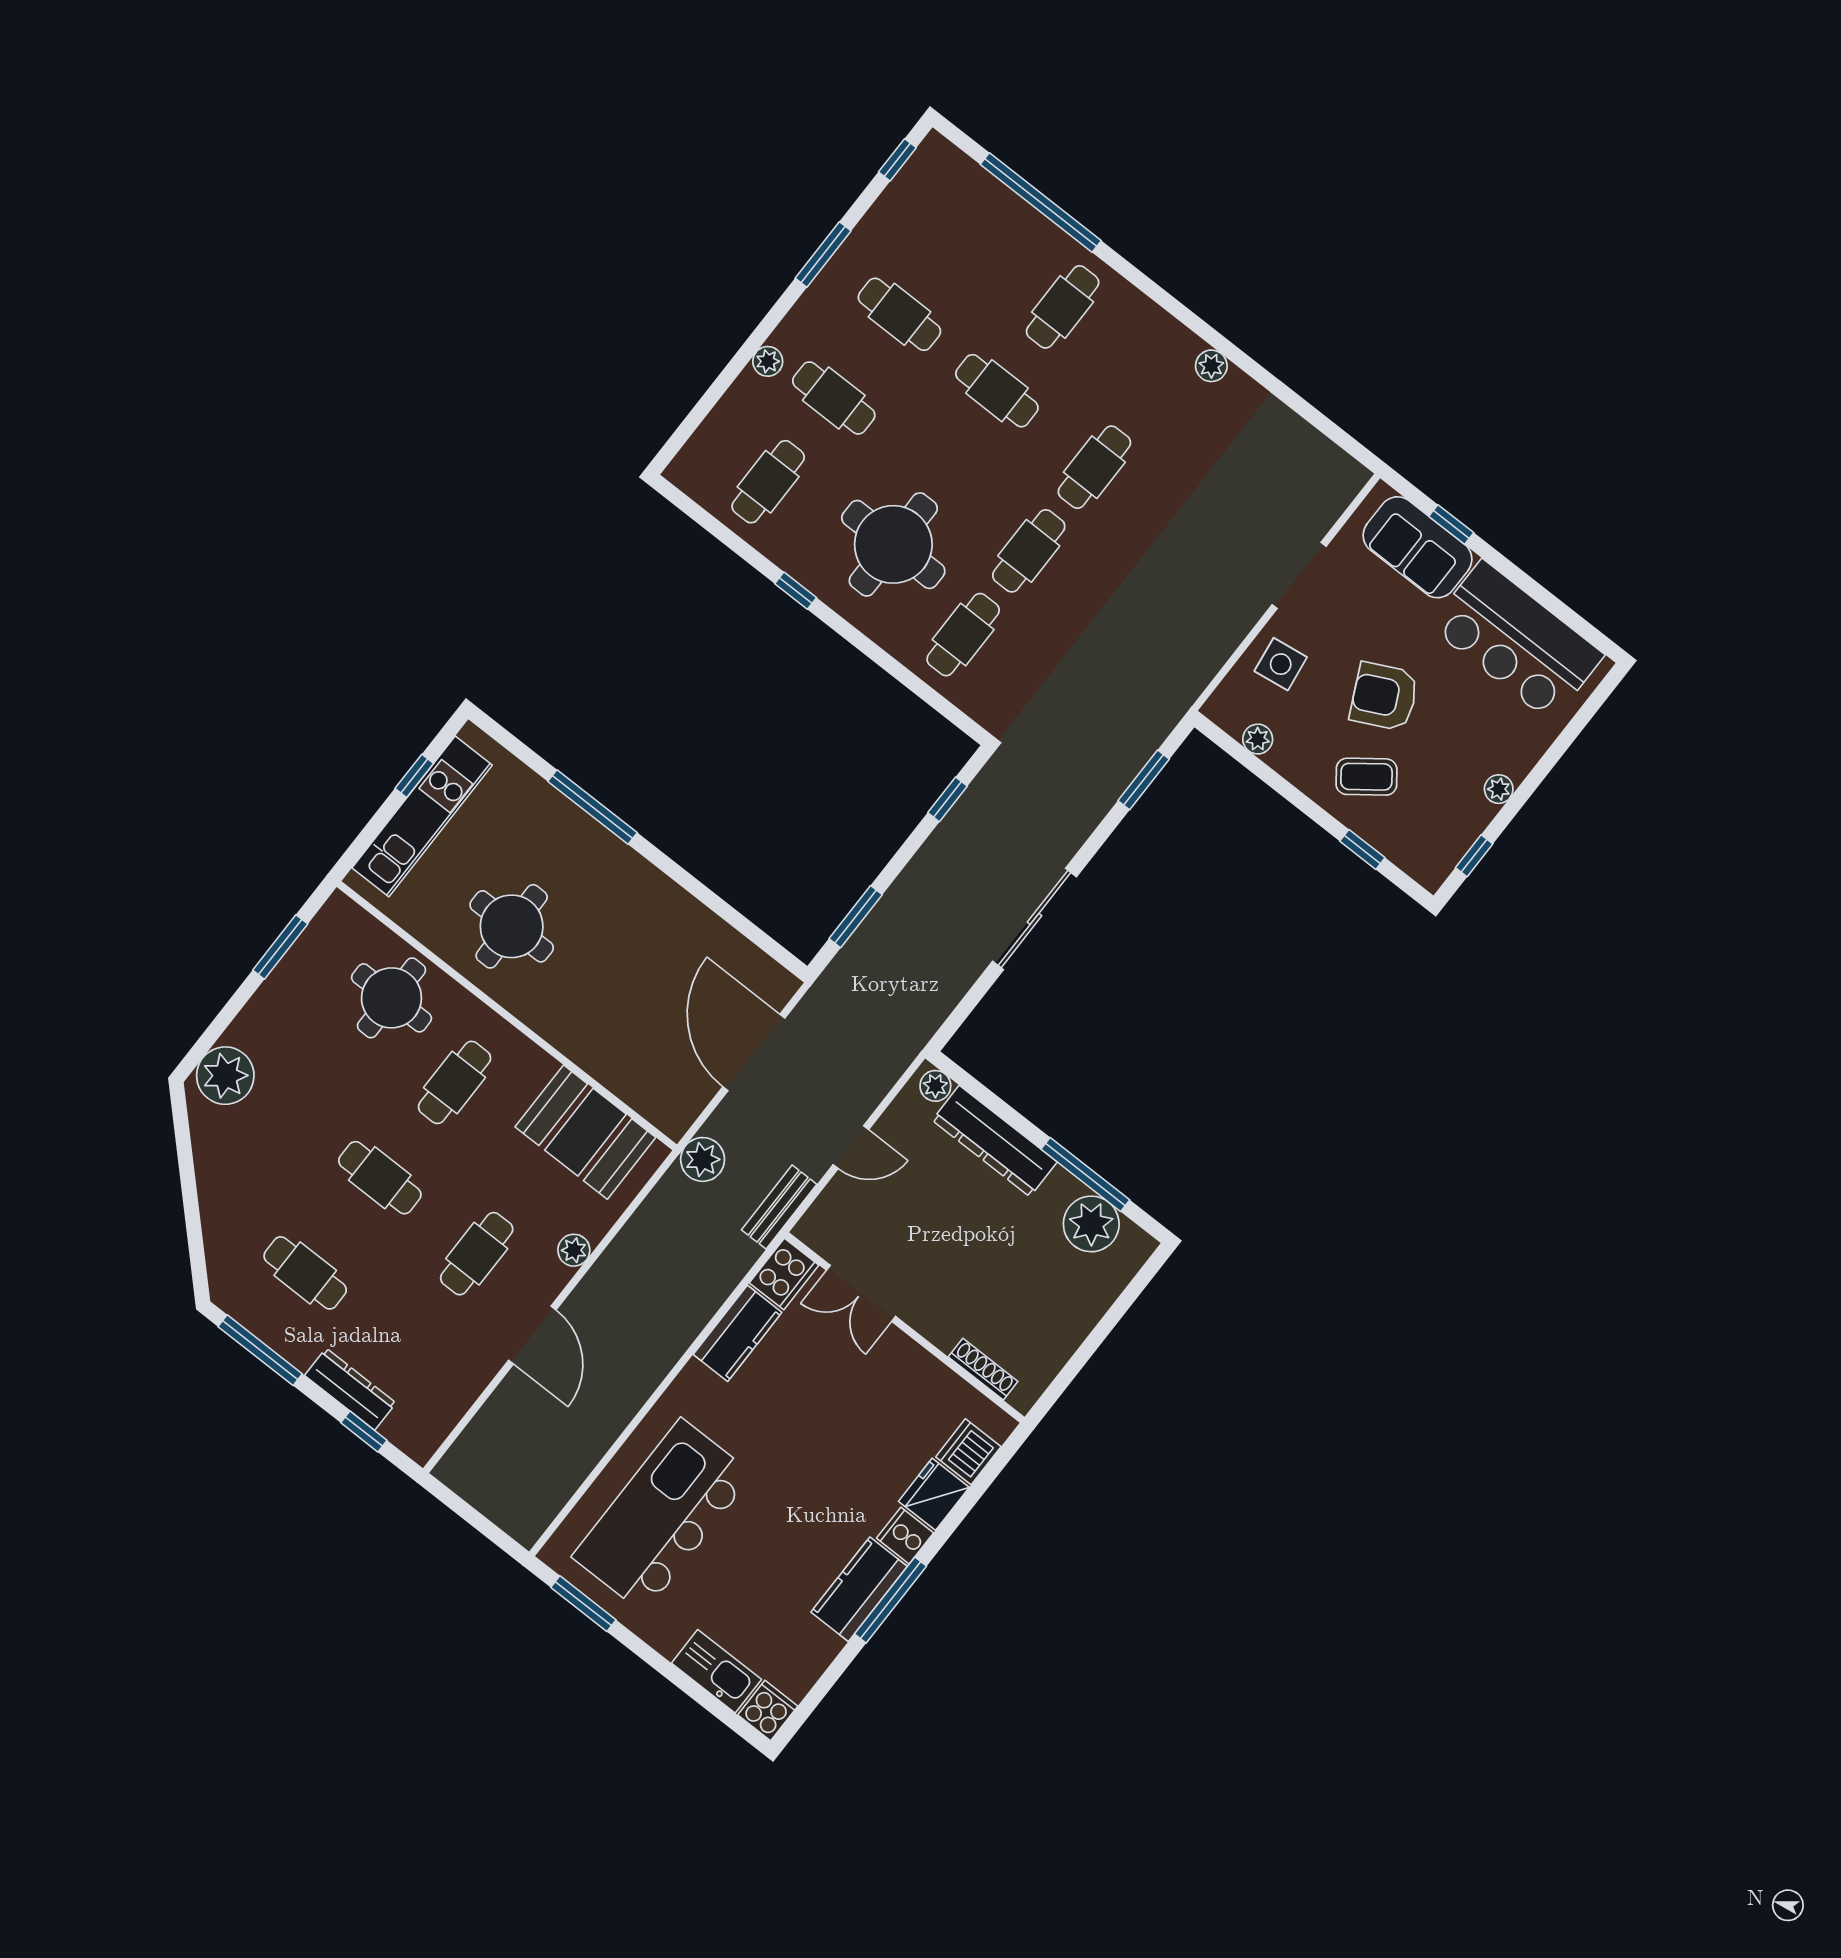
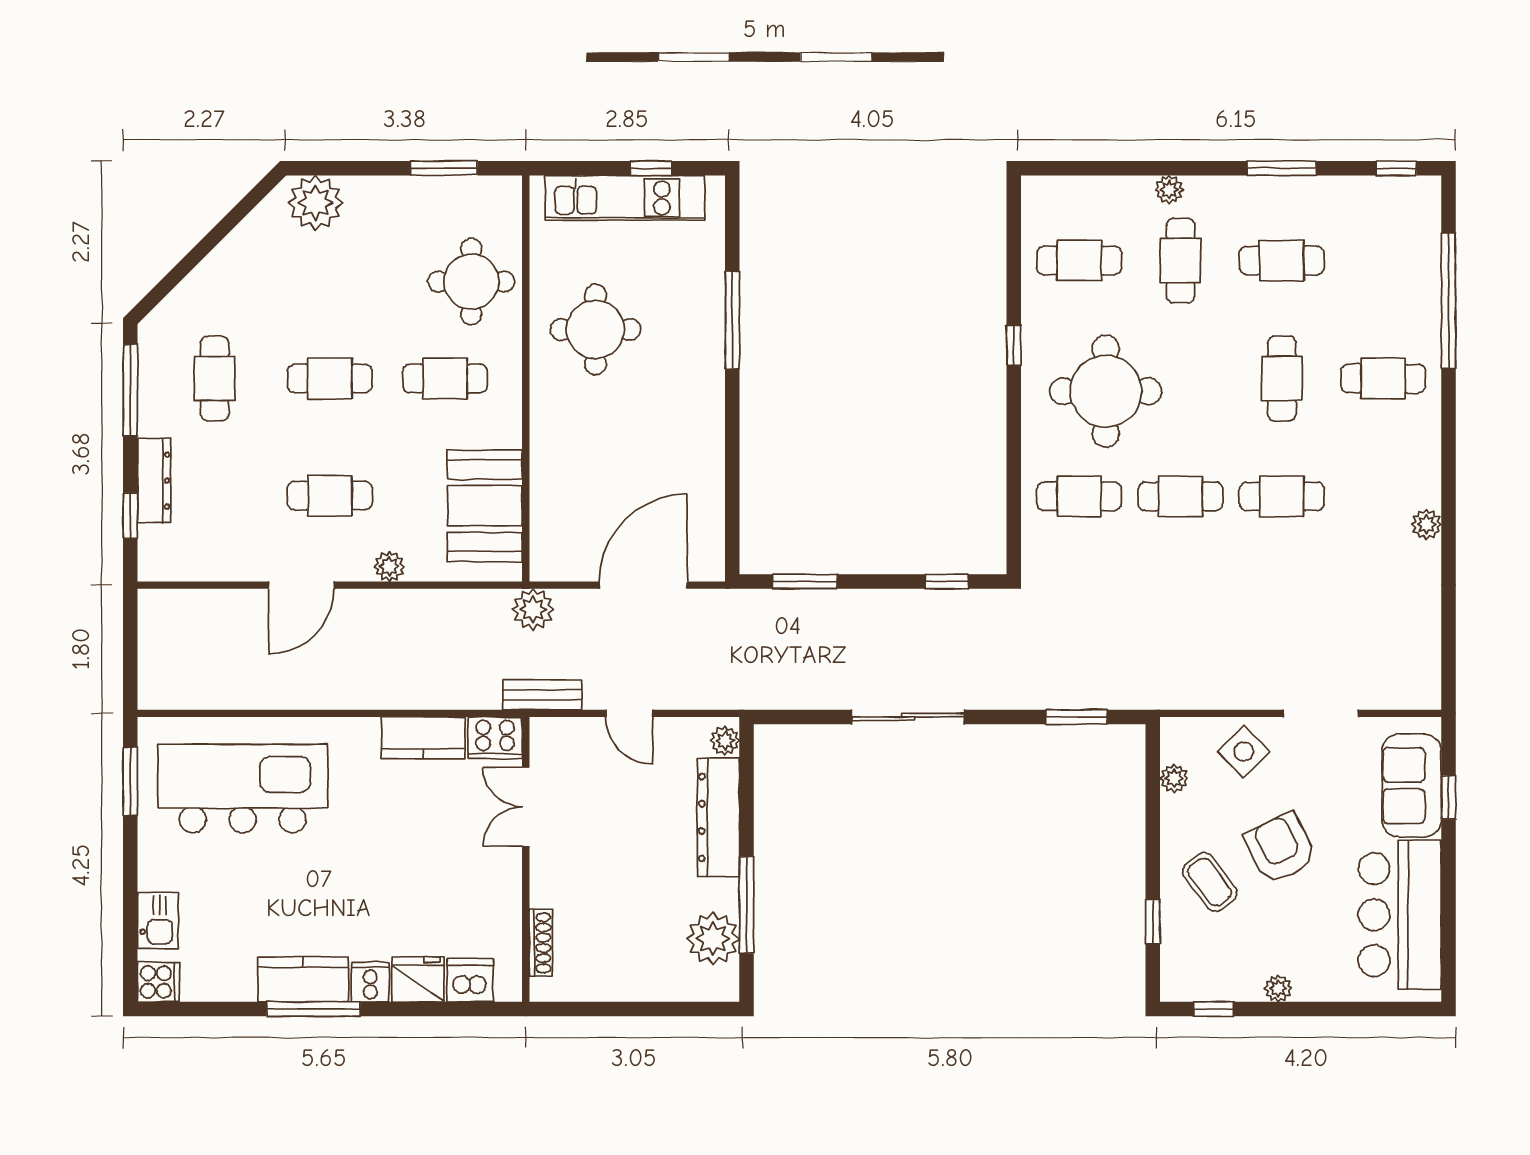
cafe table: (899, 314) -> (1282, 261), turned 90
side table: (1281, 664) -> (1244, 752), turned -36
cafe table: (380, 1178) -> (330, 378), turned 90
kitchen sink: (716, 1671) -> (158, 921), width x0.73

